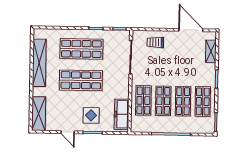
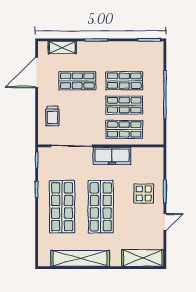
shop shelf: (203, 101) -> (77, 81), moved
freezer: (122, 114) -> (112, 156), moved

